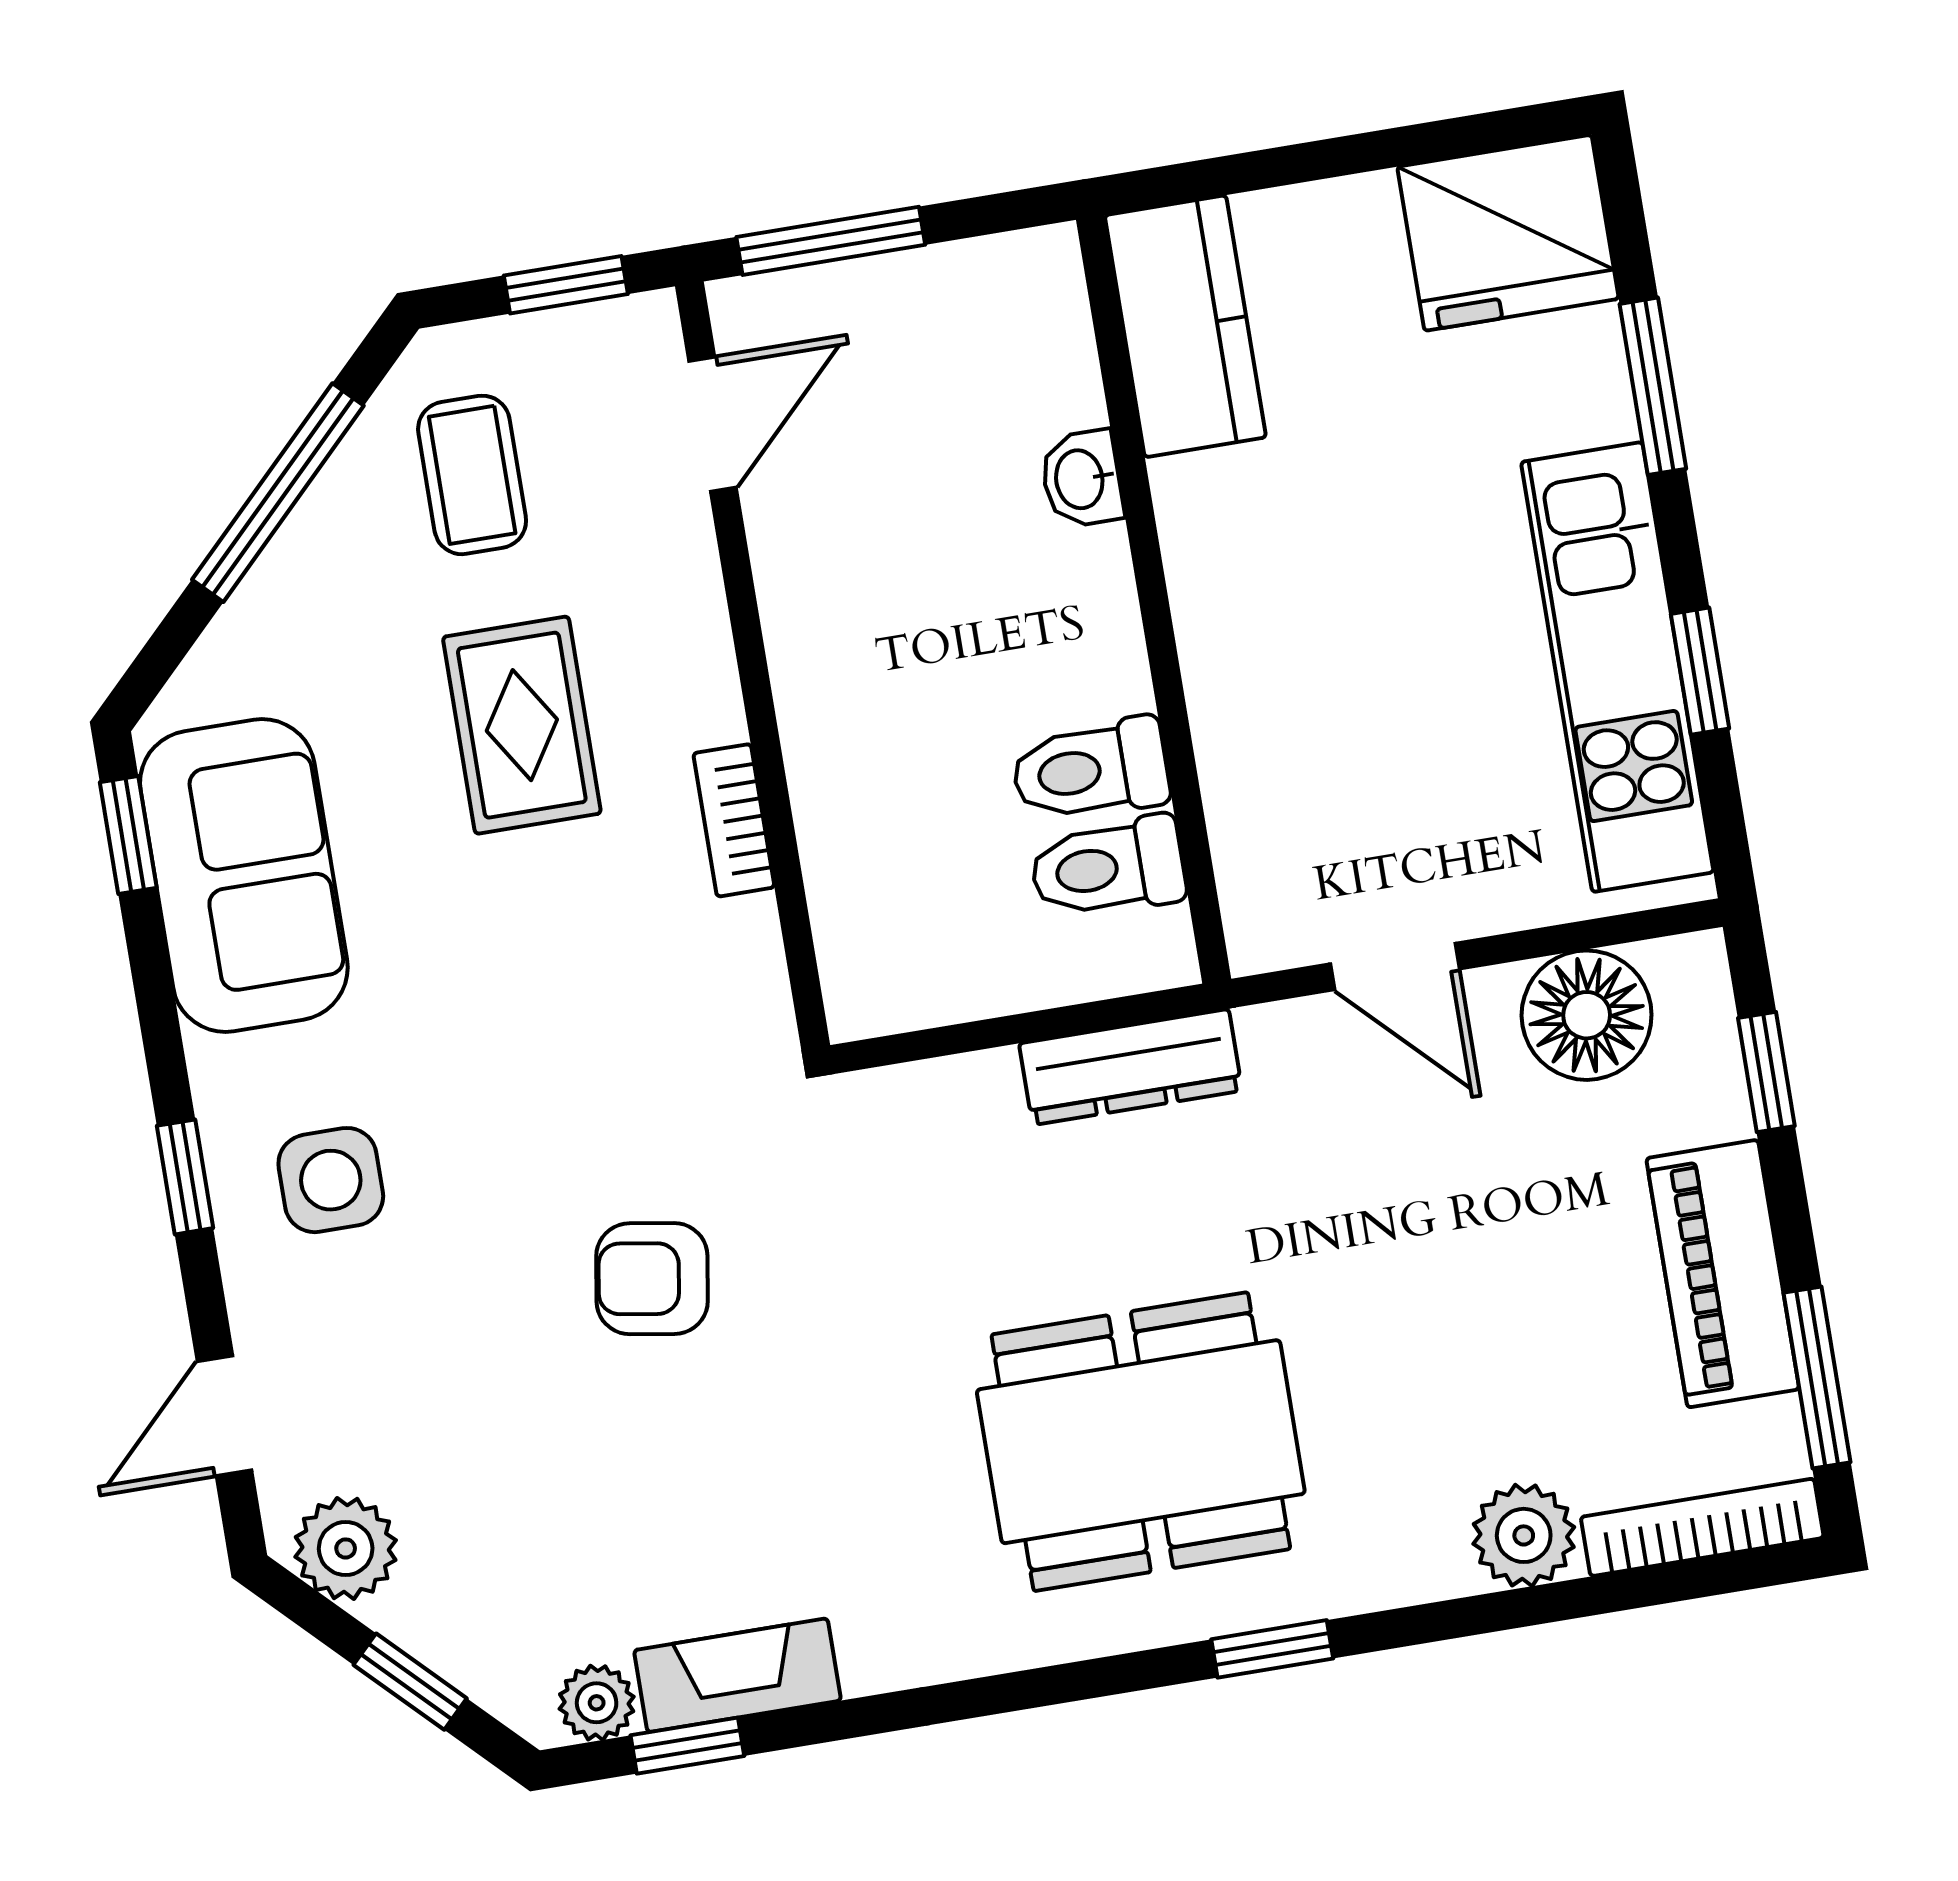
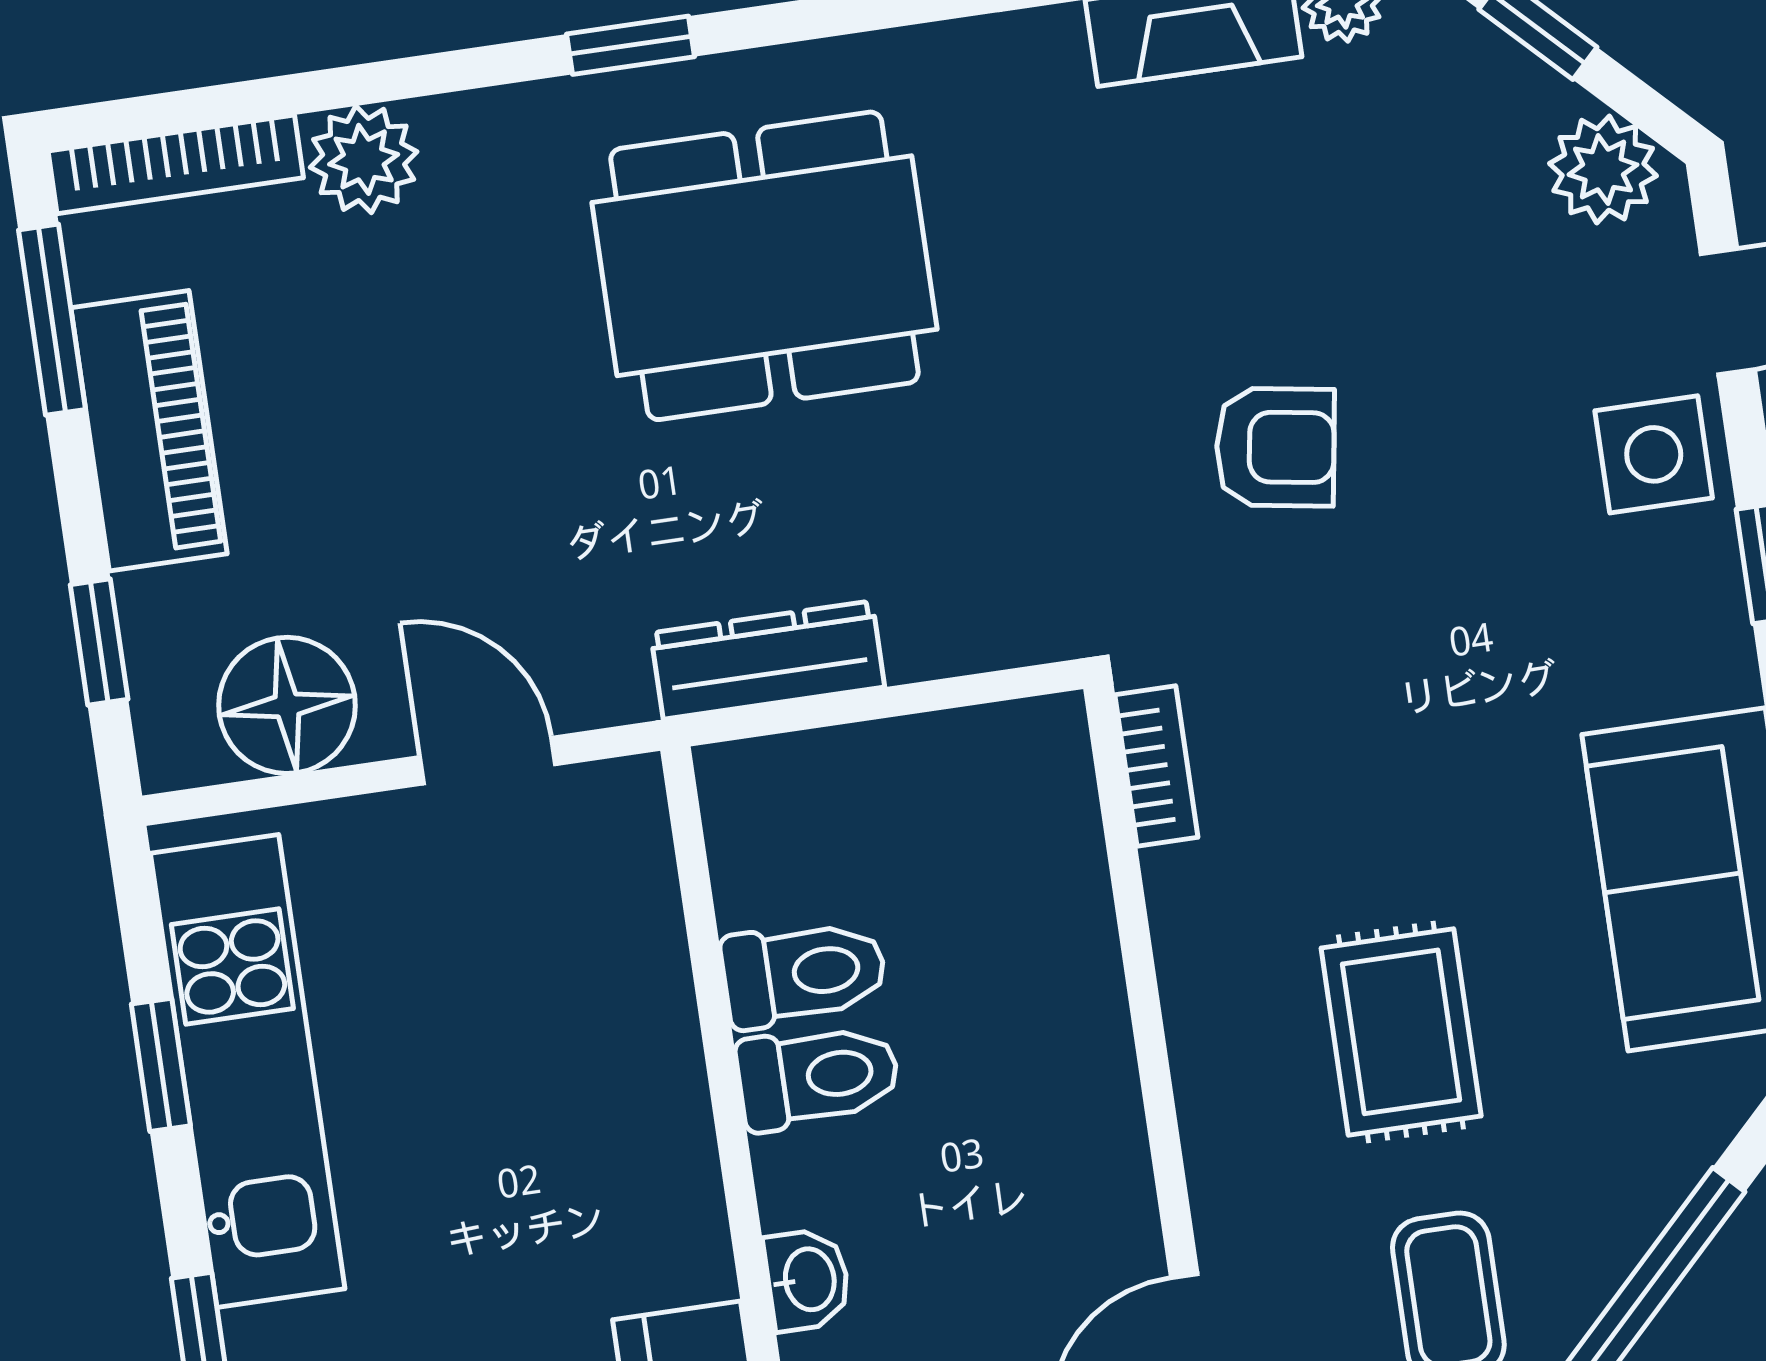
bookcase: (734, 820) -> (1156, 766), moved
toilet: (1108, 868) -> (818, 1077), moved
side table: (331, 1180) -> (1654, 454), moved

